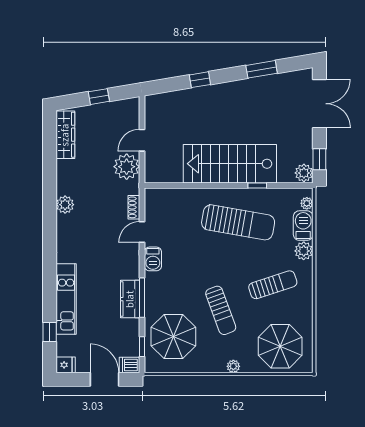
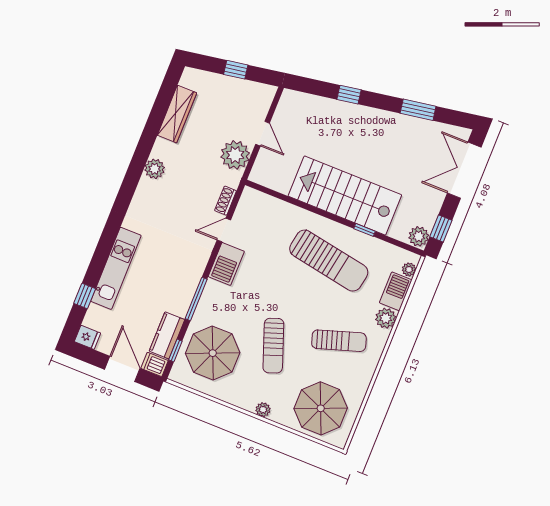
double door: (319, 104) -> (464, 170), swing flipped
wardrobe: (65, 135) -> (177, 114), moved
door: (142, 140) -> (263, 134), swing flipped
barbecue: (153, 259) -> (226, 264), width x1.38, depth x1.27
kitchen counter: (130, 299) -> (167, 335), moved

